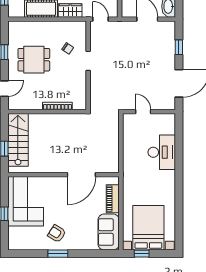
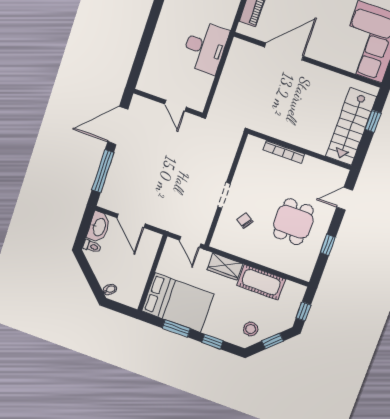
window: (179, 47) -> (103, 171), width x2.17
dining table: (34, 60) -> (293, 222), turned 90
desk: (162, 152) -> (205, 47), moved, turned 180

